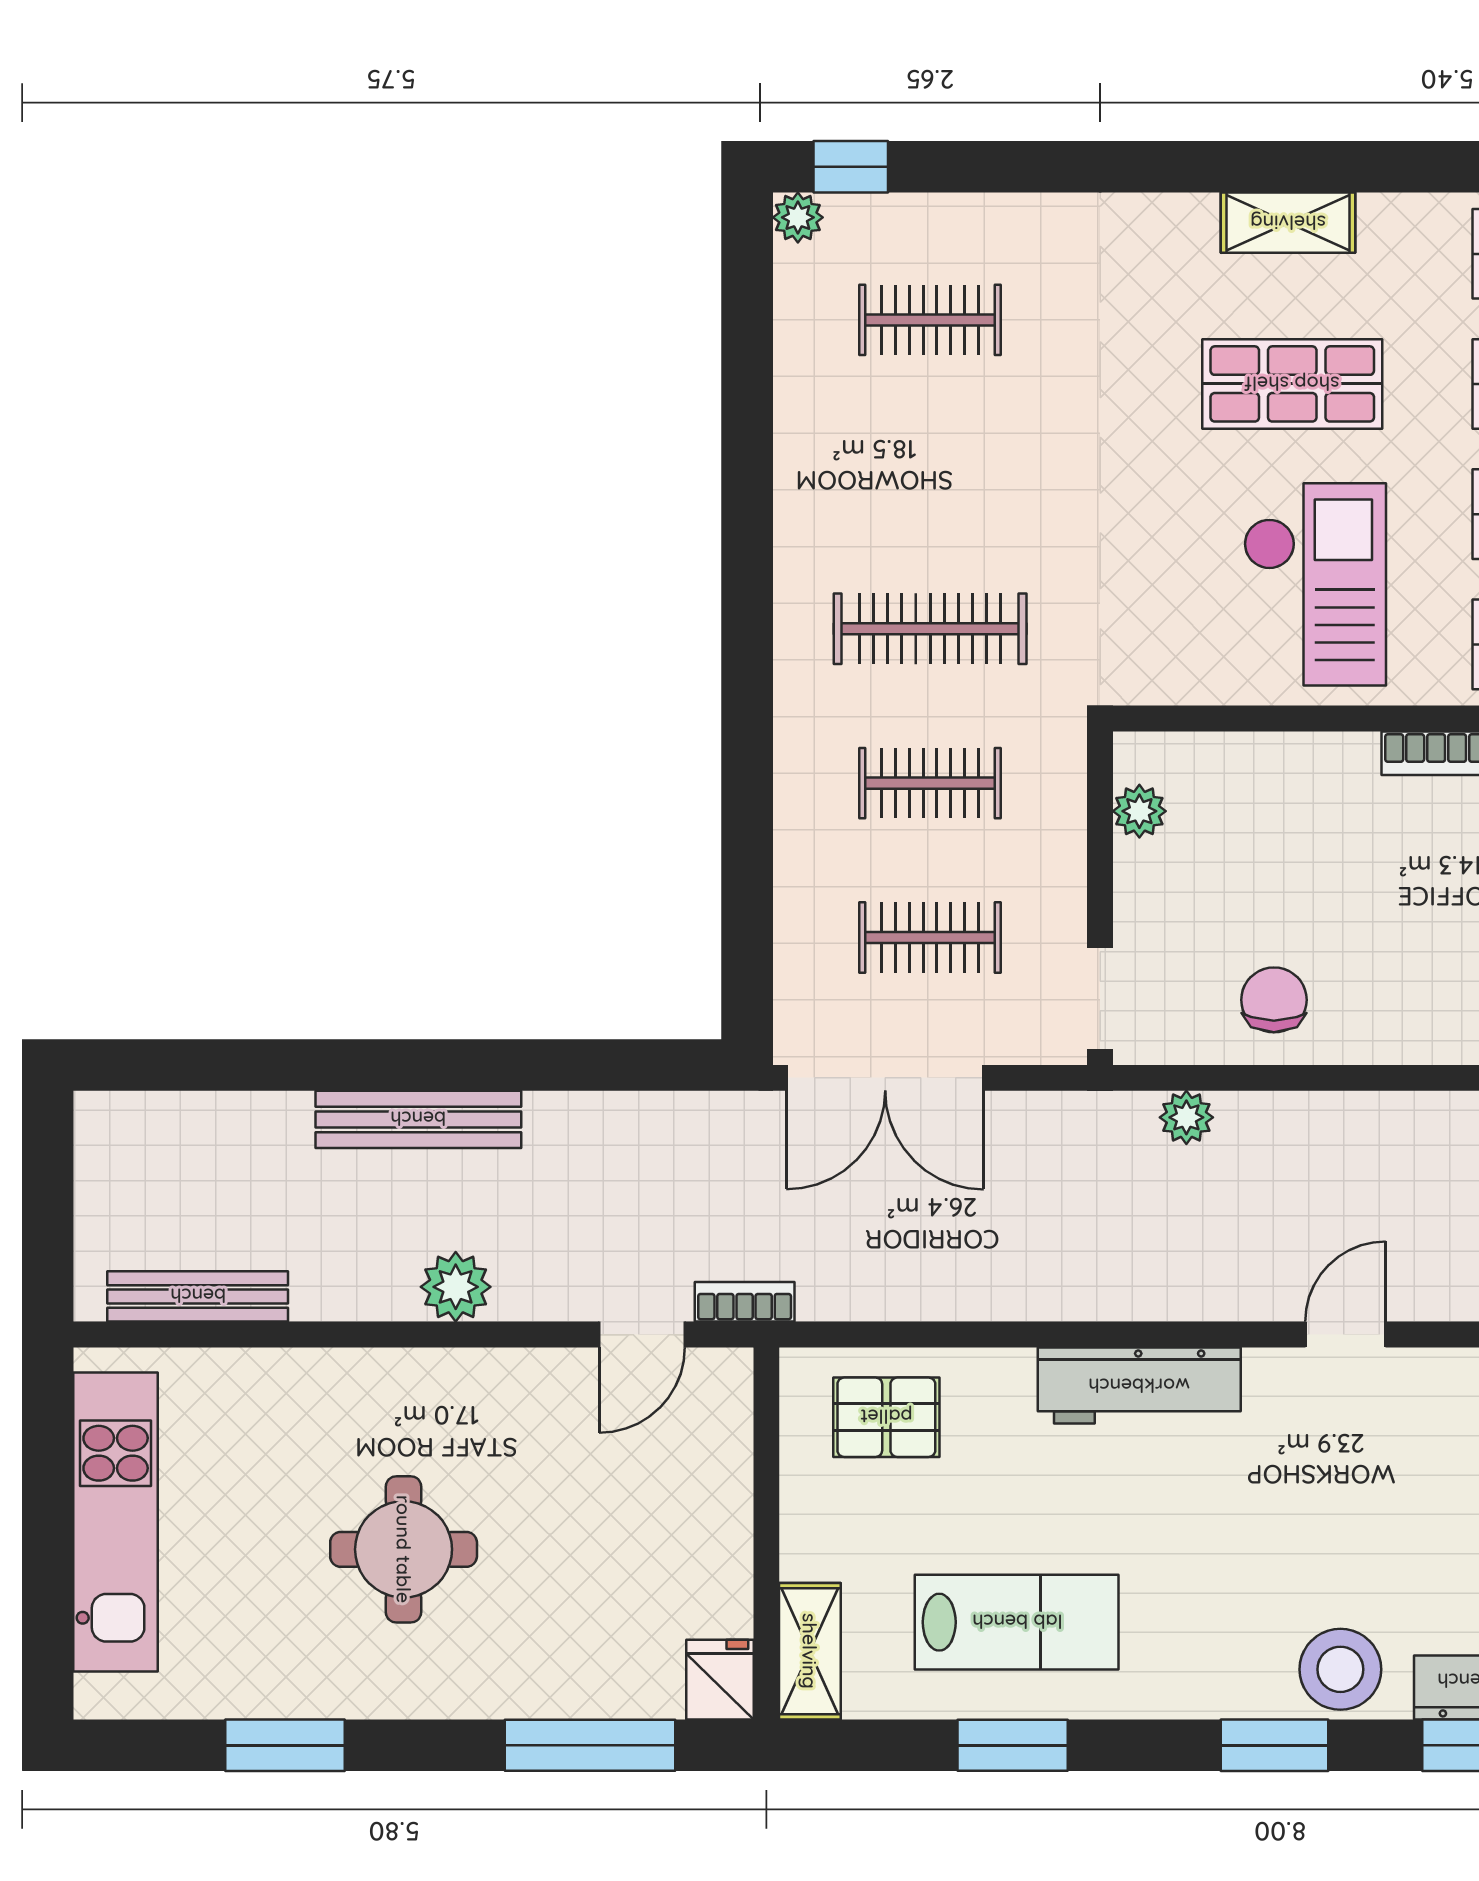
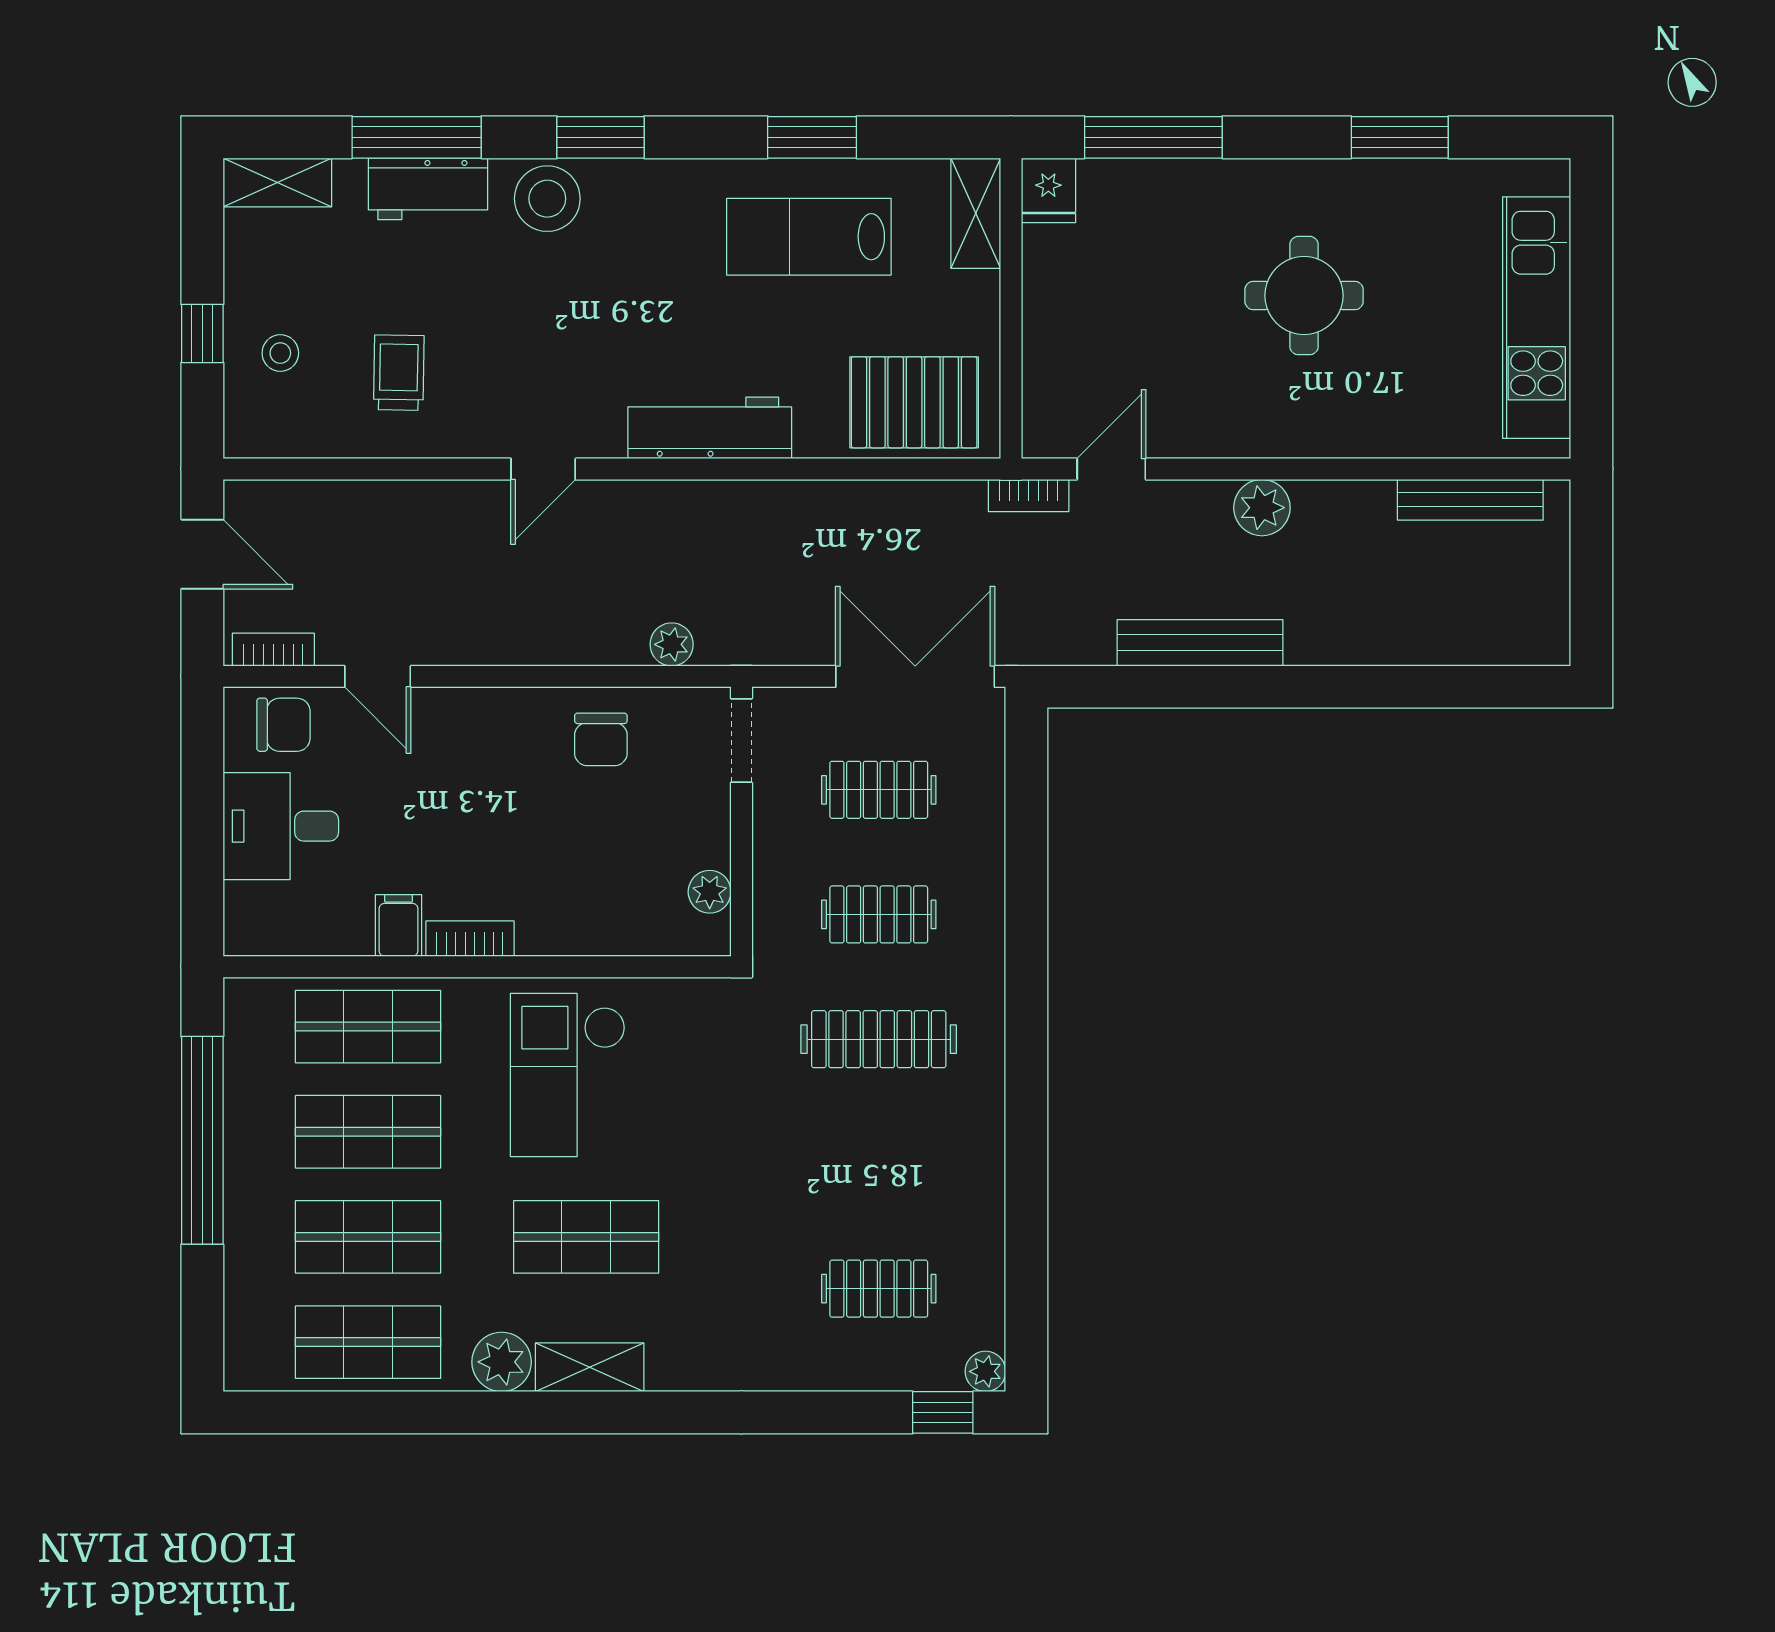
plant: (1397, 229) -> (502, 1362), added
bench: (418, 1119) -> (1200, 643), moved
pallet: (886, 1417) -> (914, 402), width x1.50, depth x1.42

